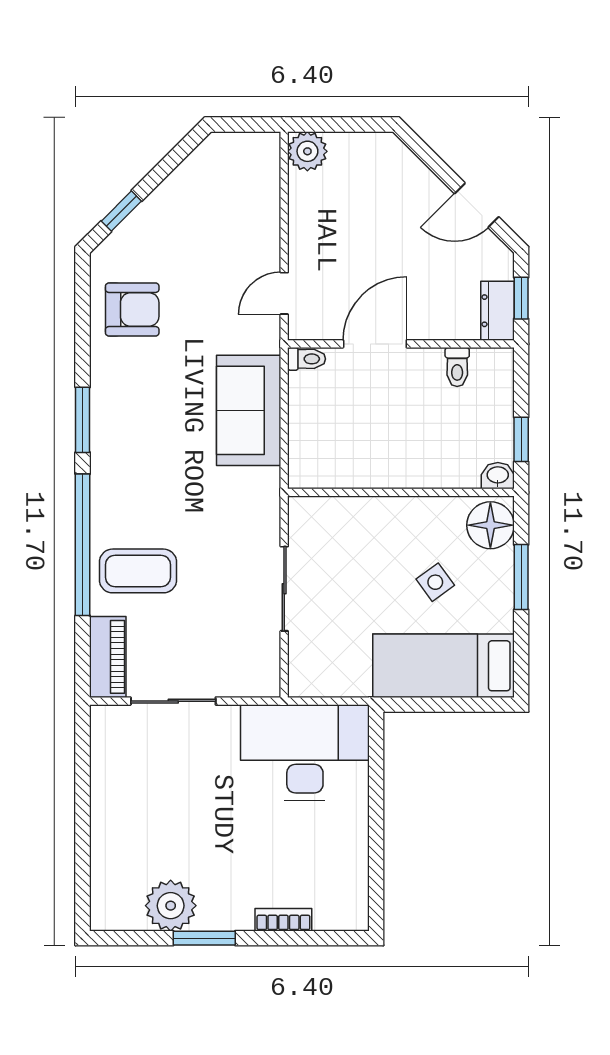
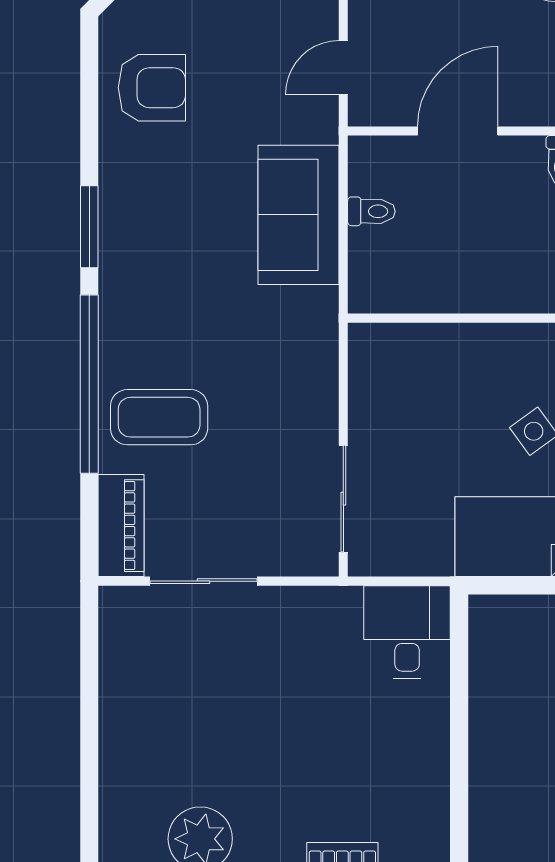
toilet: (307, 359) -> (371, 211), moved
sliding door: (284, 589) -> (343, 499), moved
desk: (305, 753) -> (407, 632), width x0.53, depth x0.77

